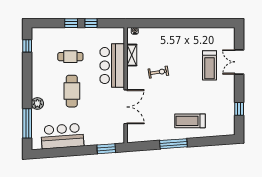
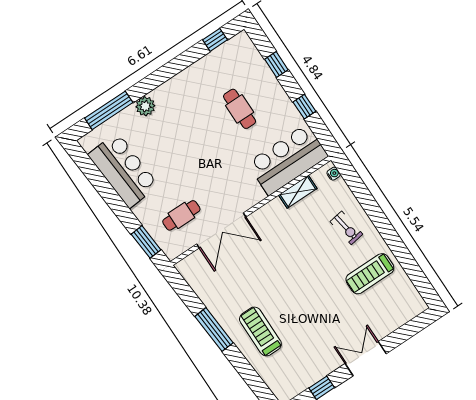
window: (71, 23) -> (276, 64), moved
double door: (239, 62) -> (366, 359), moved
treadmill: (209, 65) -> (370, 274), moved
bar counter: (112, 66) -> (288, 160), moved
exercise bike: (158, 72) -> (346, 228), moved
cafe table: (72, 91) -> (181, 215), moved, width x0.73, depth x0.74

